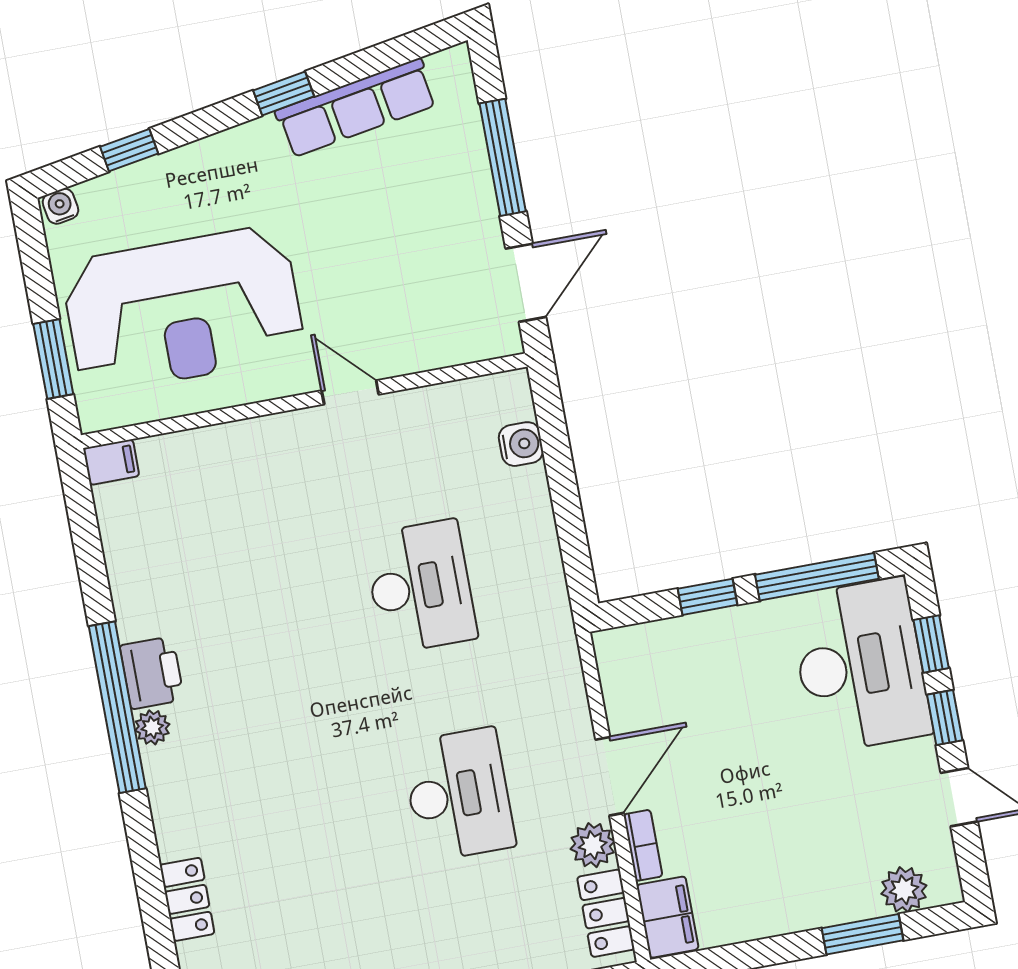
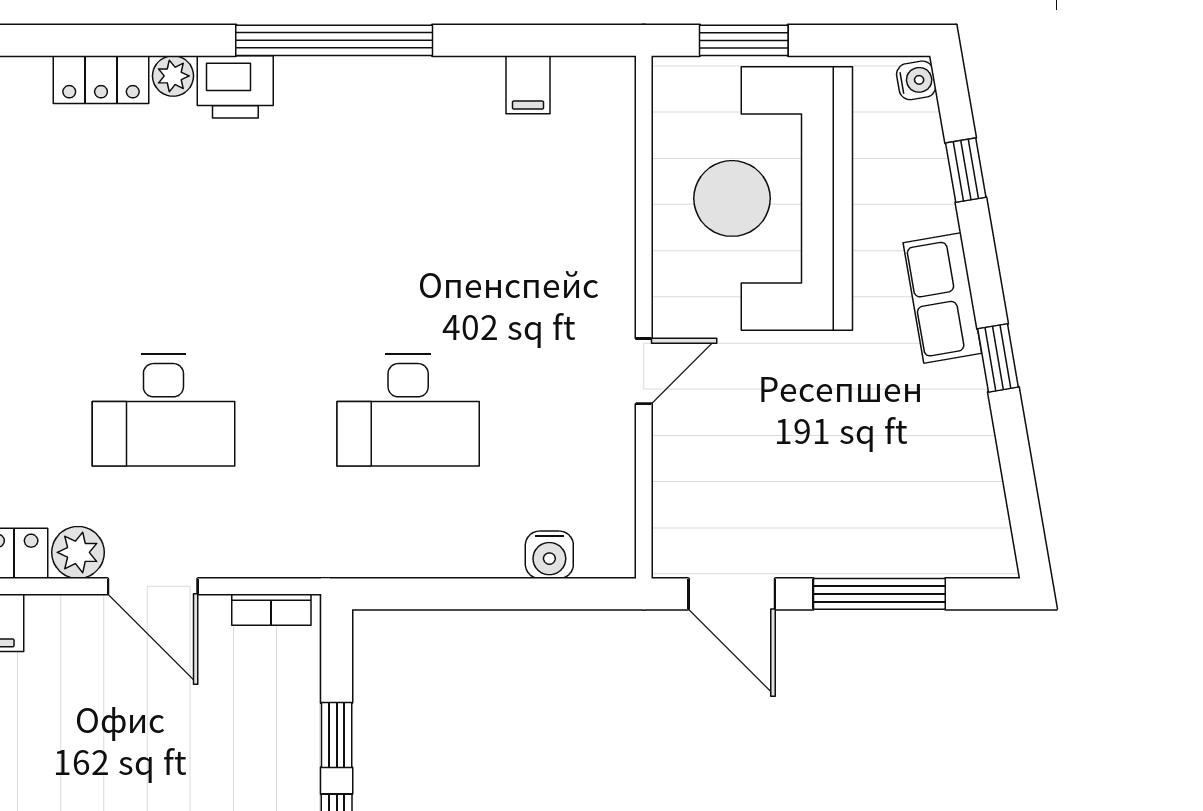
row of seats: (356, 108) -> (942, 298), moved, width x0.68
filing cabinet: (111, 462) -> (528, 85), moved
printer: (152, 673) -> (235, 87), moved
plant: (152, 727) -> (173, 76), moved
bookcase: (643, 845) -> (271, 610), moved

